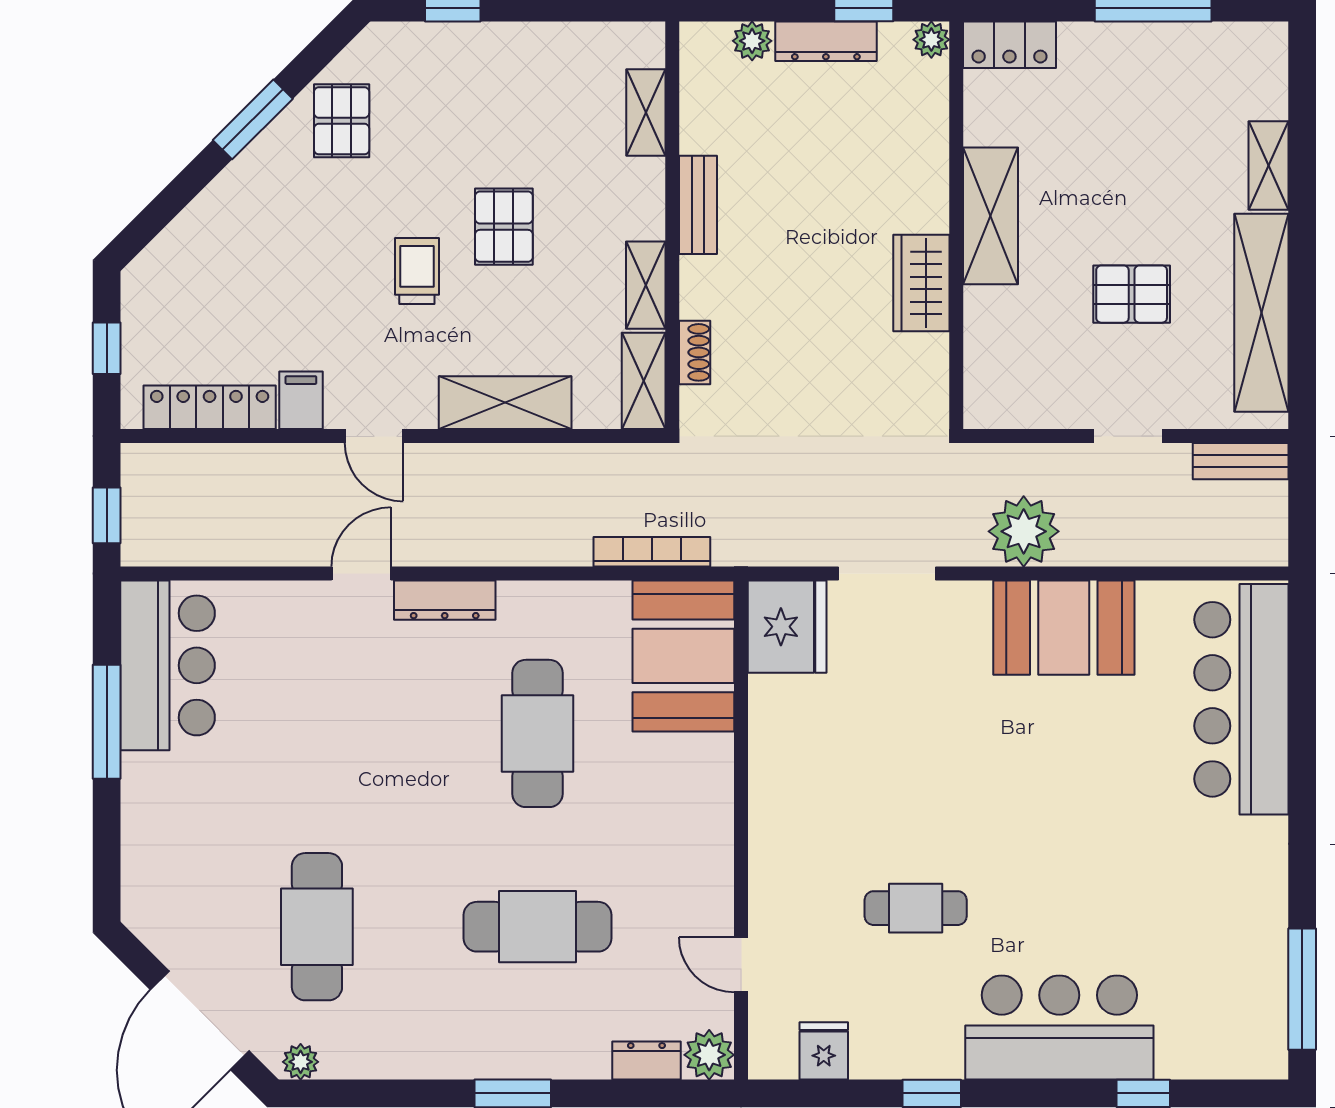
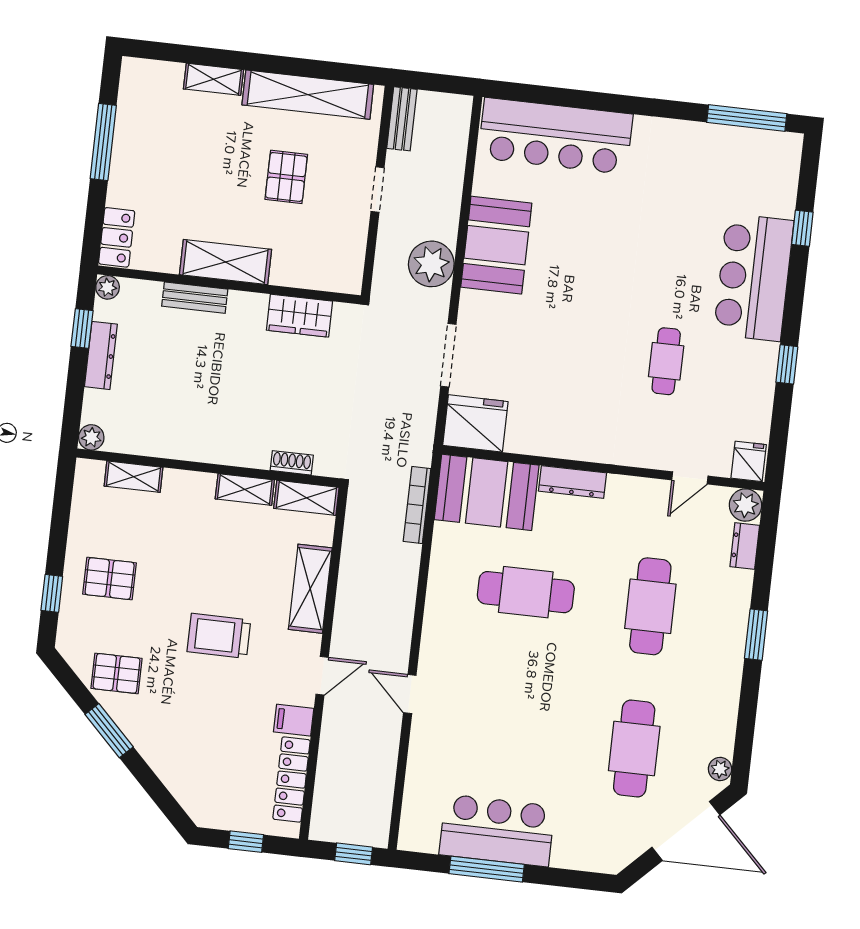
plant: (752, 41) -> (91, 437), moved
bench: (698, 205) -> (195, 298), moved
pallet: (504, 227) -> (110, 579), moved
trolley: (417, 271) -> (219, 636), width x1.36, depth x1.39
wardrobe: (921, 283) -> (299, 316), moved
dresser: (445, 600) -> (573, 482), moved, turned 90
bar counter: (167, 665) -> (497, 830), moved
cafe table: (317, 927) -> (634, 749), turned 90
fridge: (824, 1051) -> (749, 461), moved, turned 90

